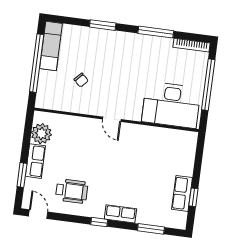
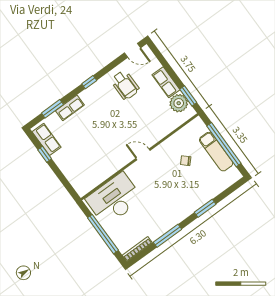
exam couch: (51, 46) -> (216, 152), moved
window: (22, 175) -> (188, 96), moved
wheelchair: (72, 191) -> (125, 85), turned -90
row of seats: (182, 193) -> (47, 139), moved
row of seats: (120, 214) -> (70, 108), moved

